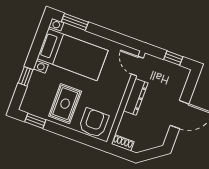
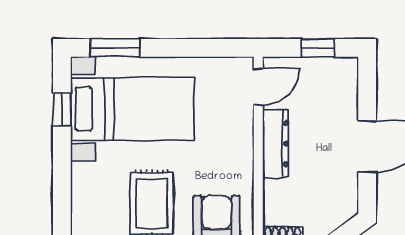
door: (137, 66) -> (258, 87), swing flipped
window: (26, 76) -> (62, 109), moved

